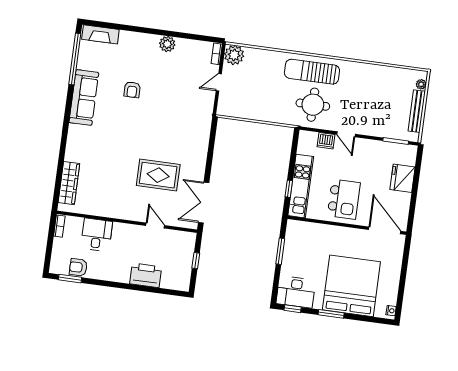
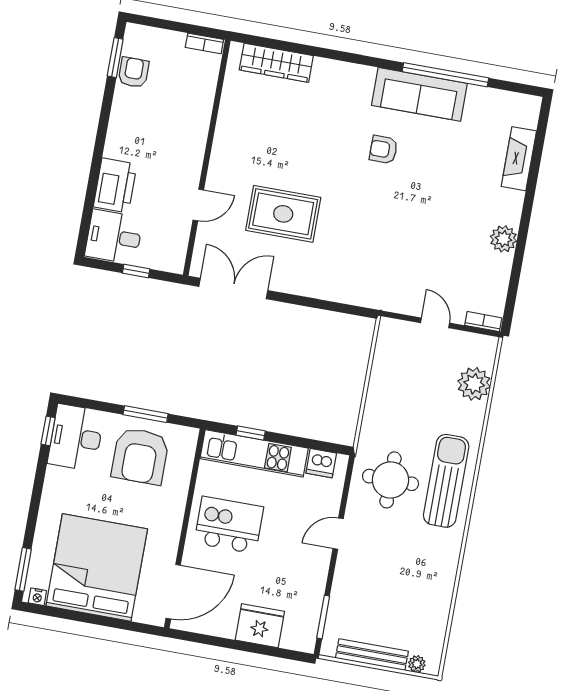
fireplace: (100, 34) -> (519, 159), moved
plant: (234, 55) -> (474, 384), moved
window: (75, 59) -> (445, 75), moved
armchair: (132, 90) -> (383, 149), moved
dishwasher: (326, 141) -> (321, 463), moved, turned -90
rug: (158, 175) -> (283, 214), turned 90
kitchen island: (344, 199) -> (229, 525), turned 180
desk: (97, 235) -> (114, 237), moved, turned 180
armchair: (305, 253) -> (140, 456), added
bed: (351, 286) -> (97, 567), moved, turned -90
window: (331, 314) -> (23, 569), moved

